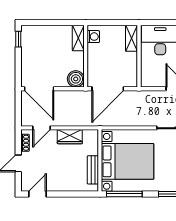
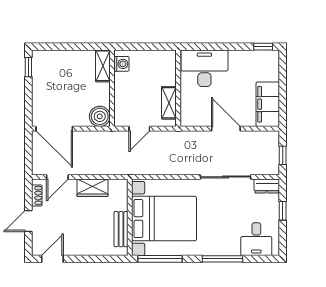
shelving: (132, 38) -> (169, 103), moved
door: (108, 89) -> (139, 129), width x0.53

